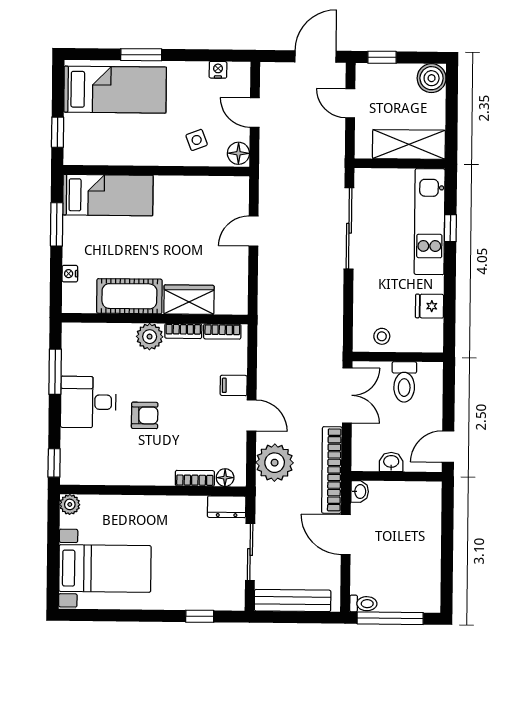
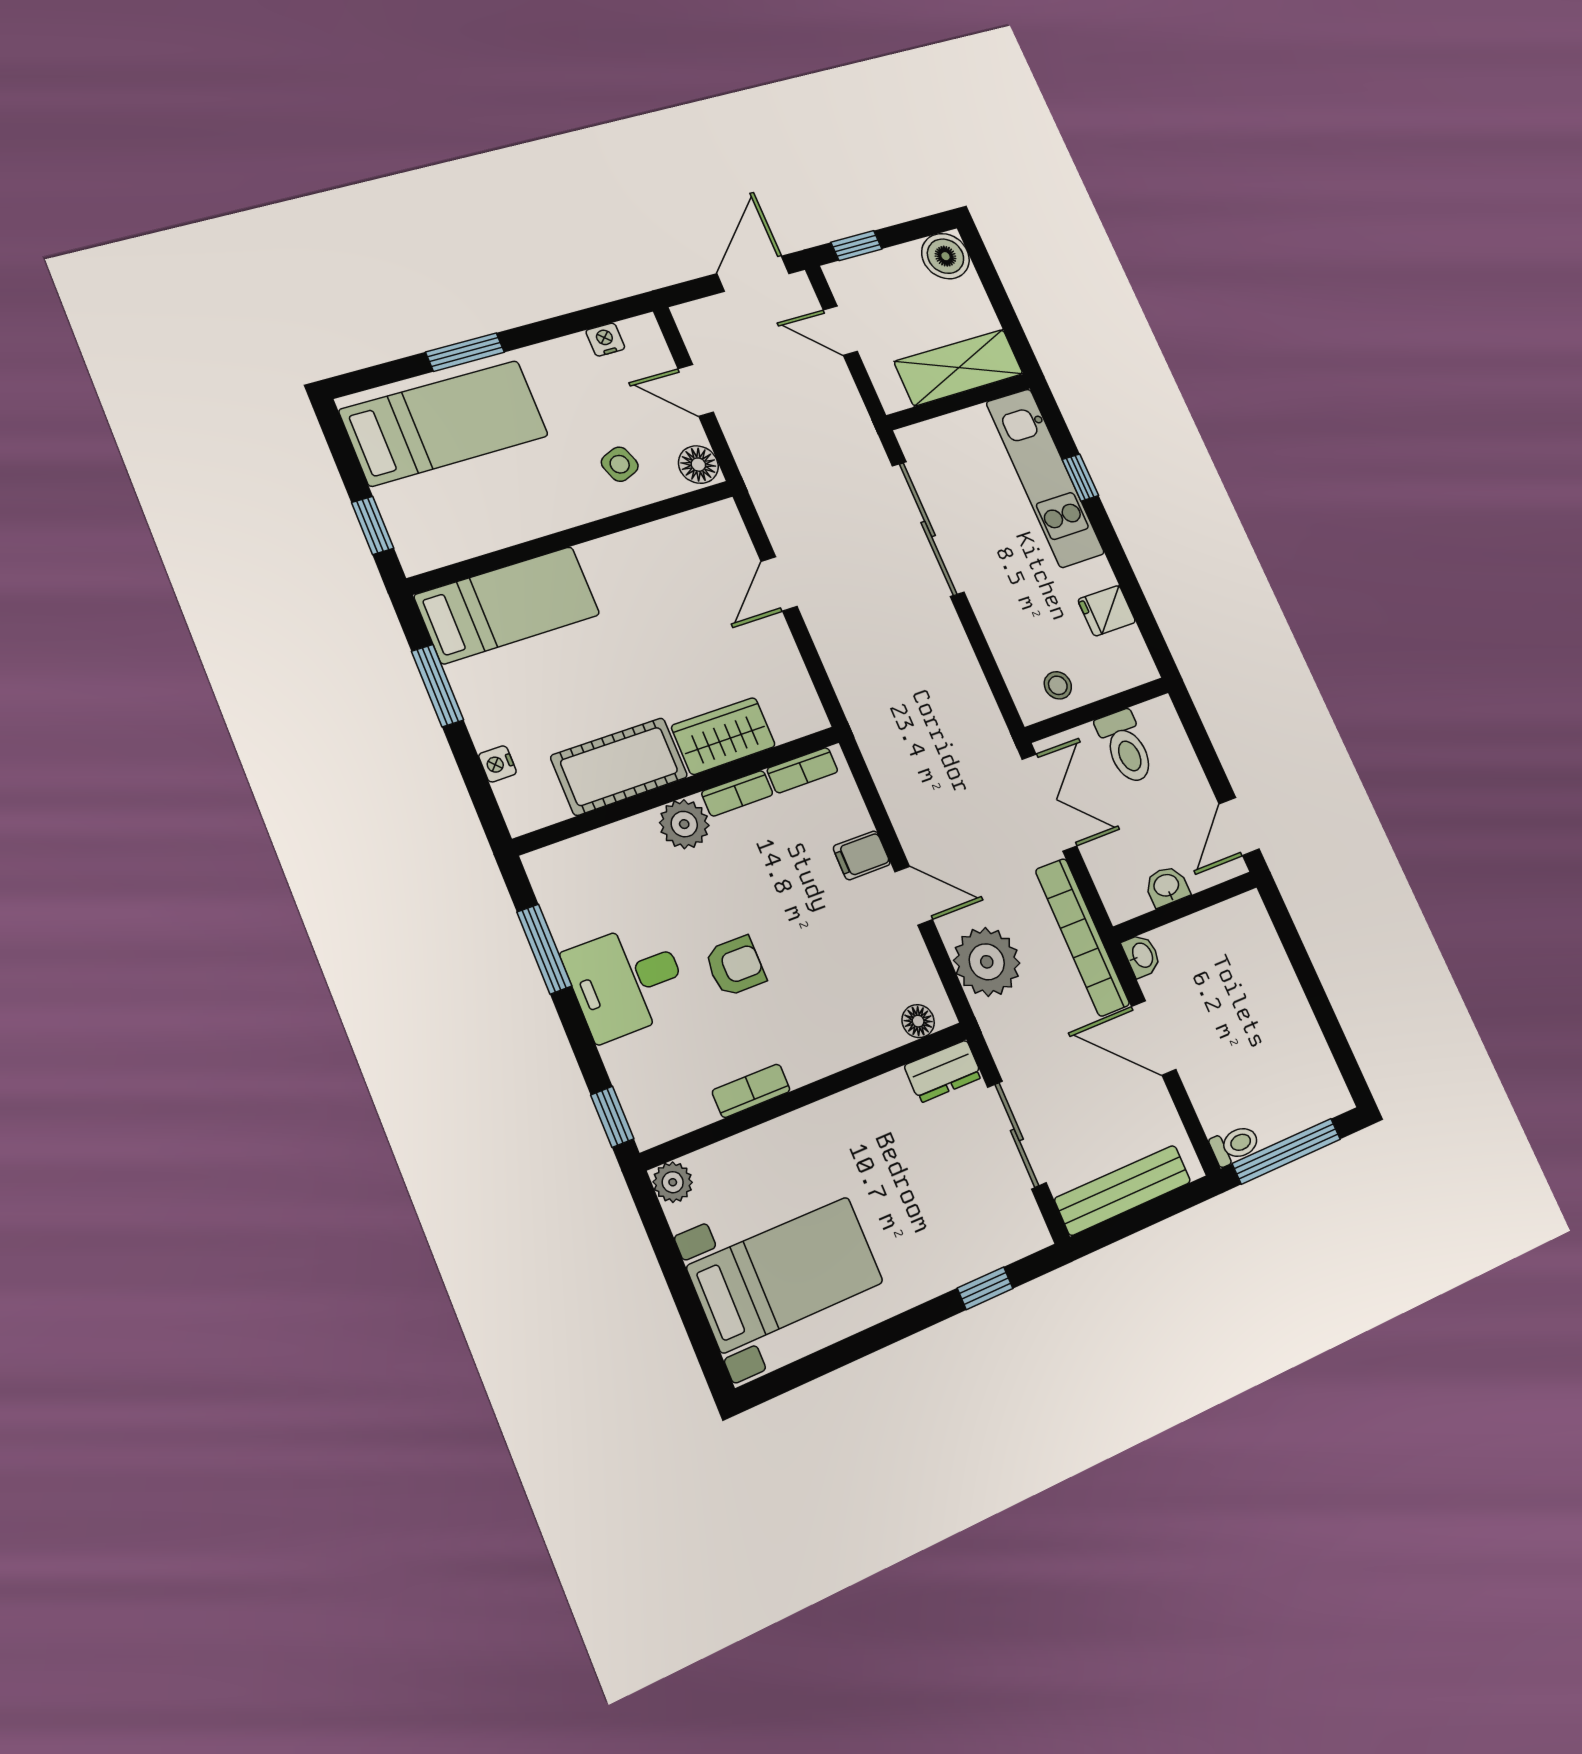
bookcase: (195, 478) -> (751, 1091), moved

